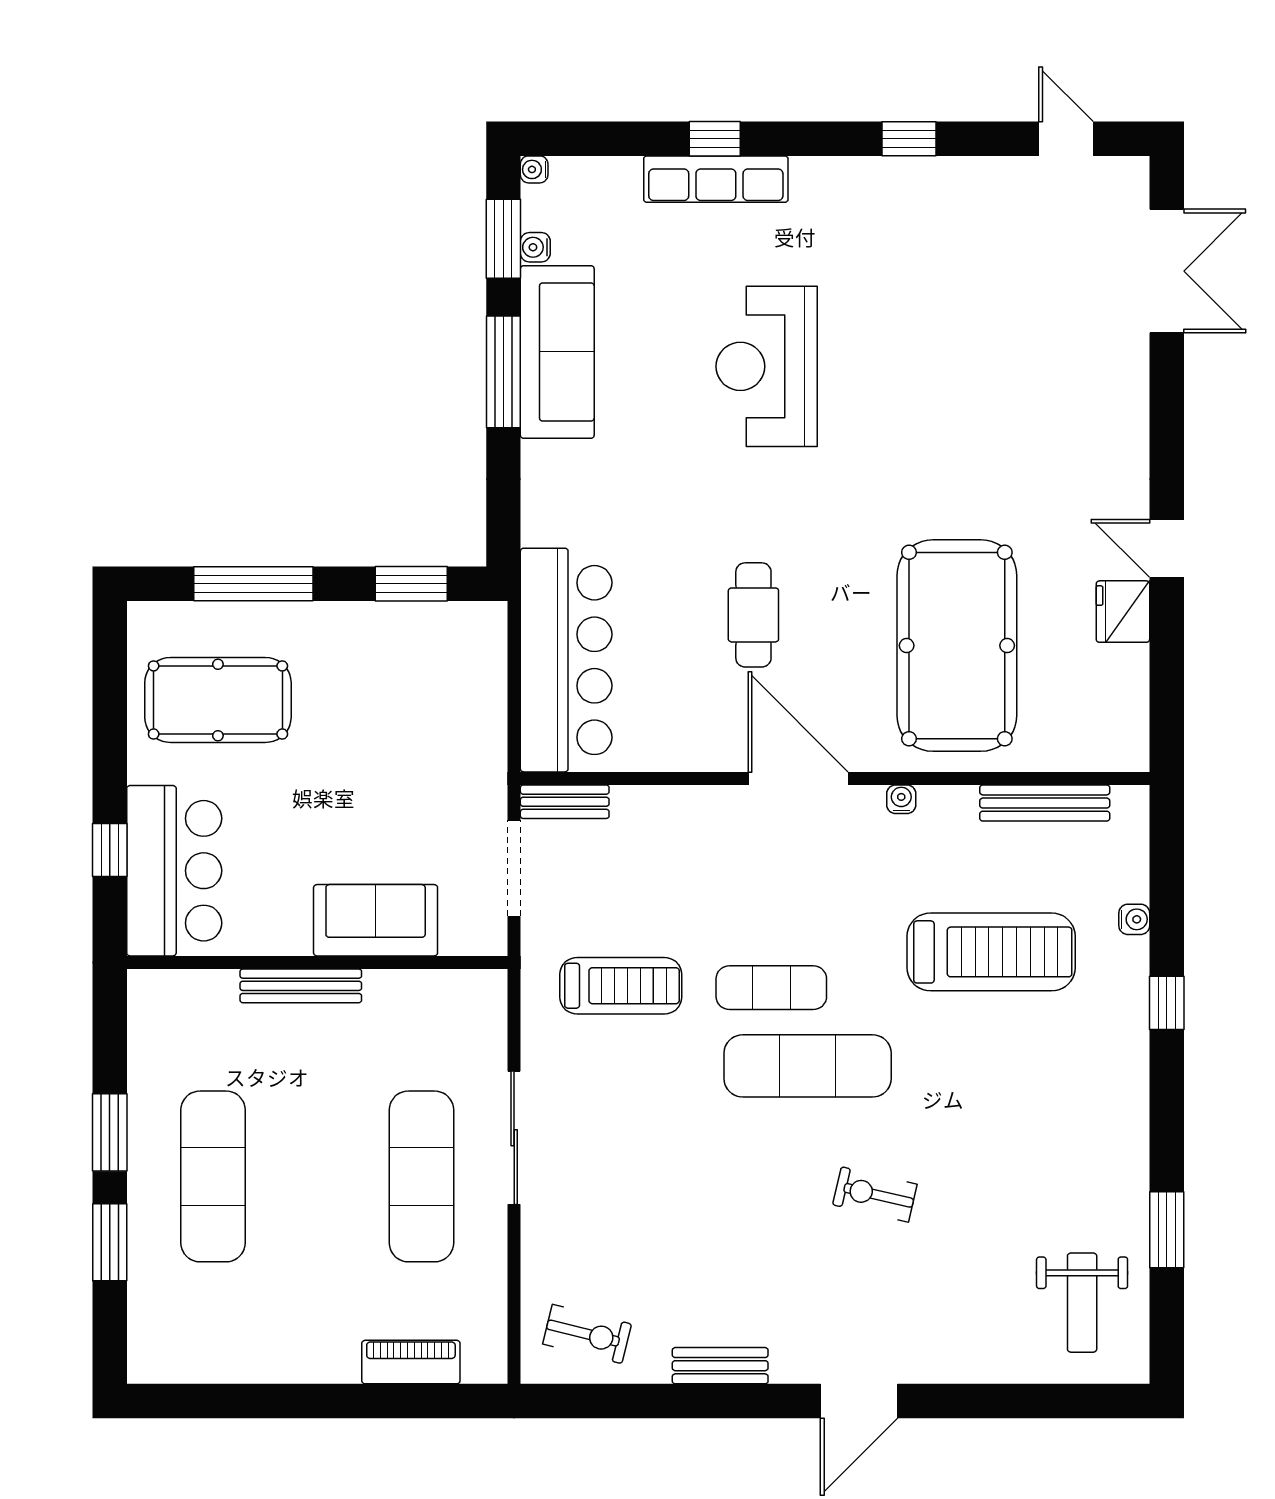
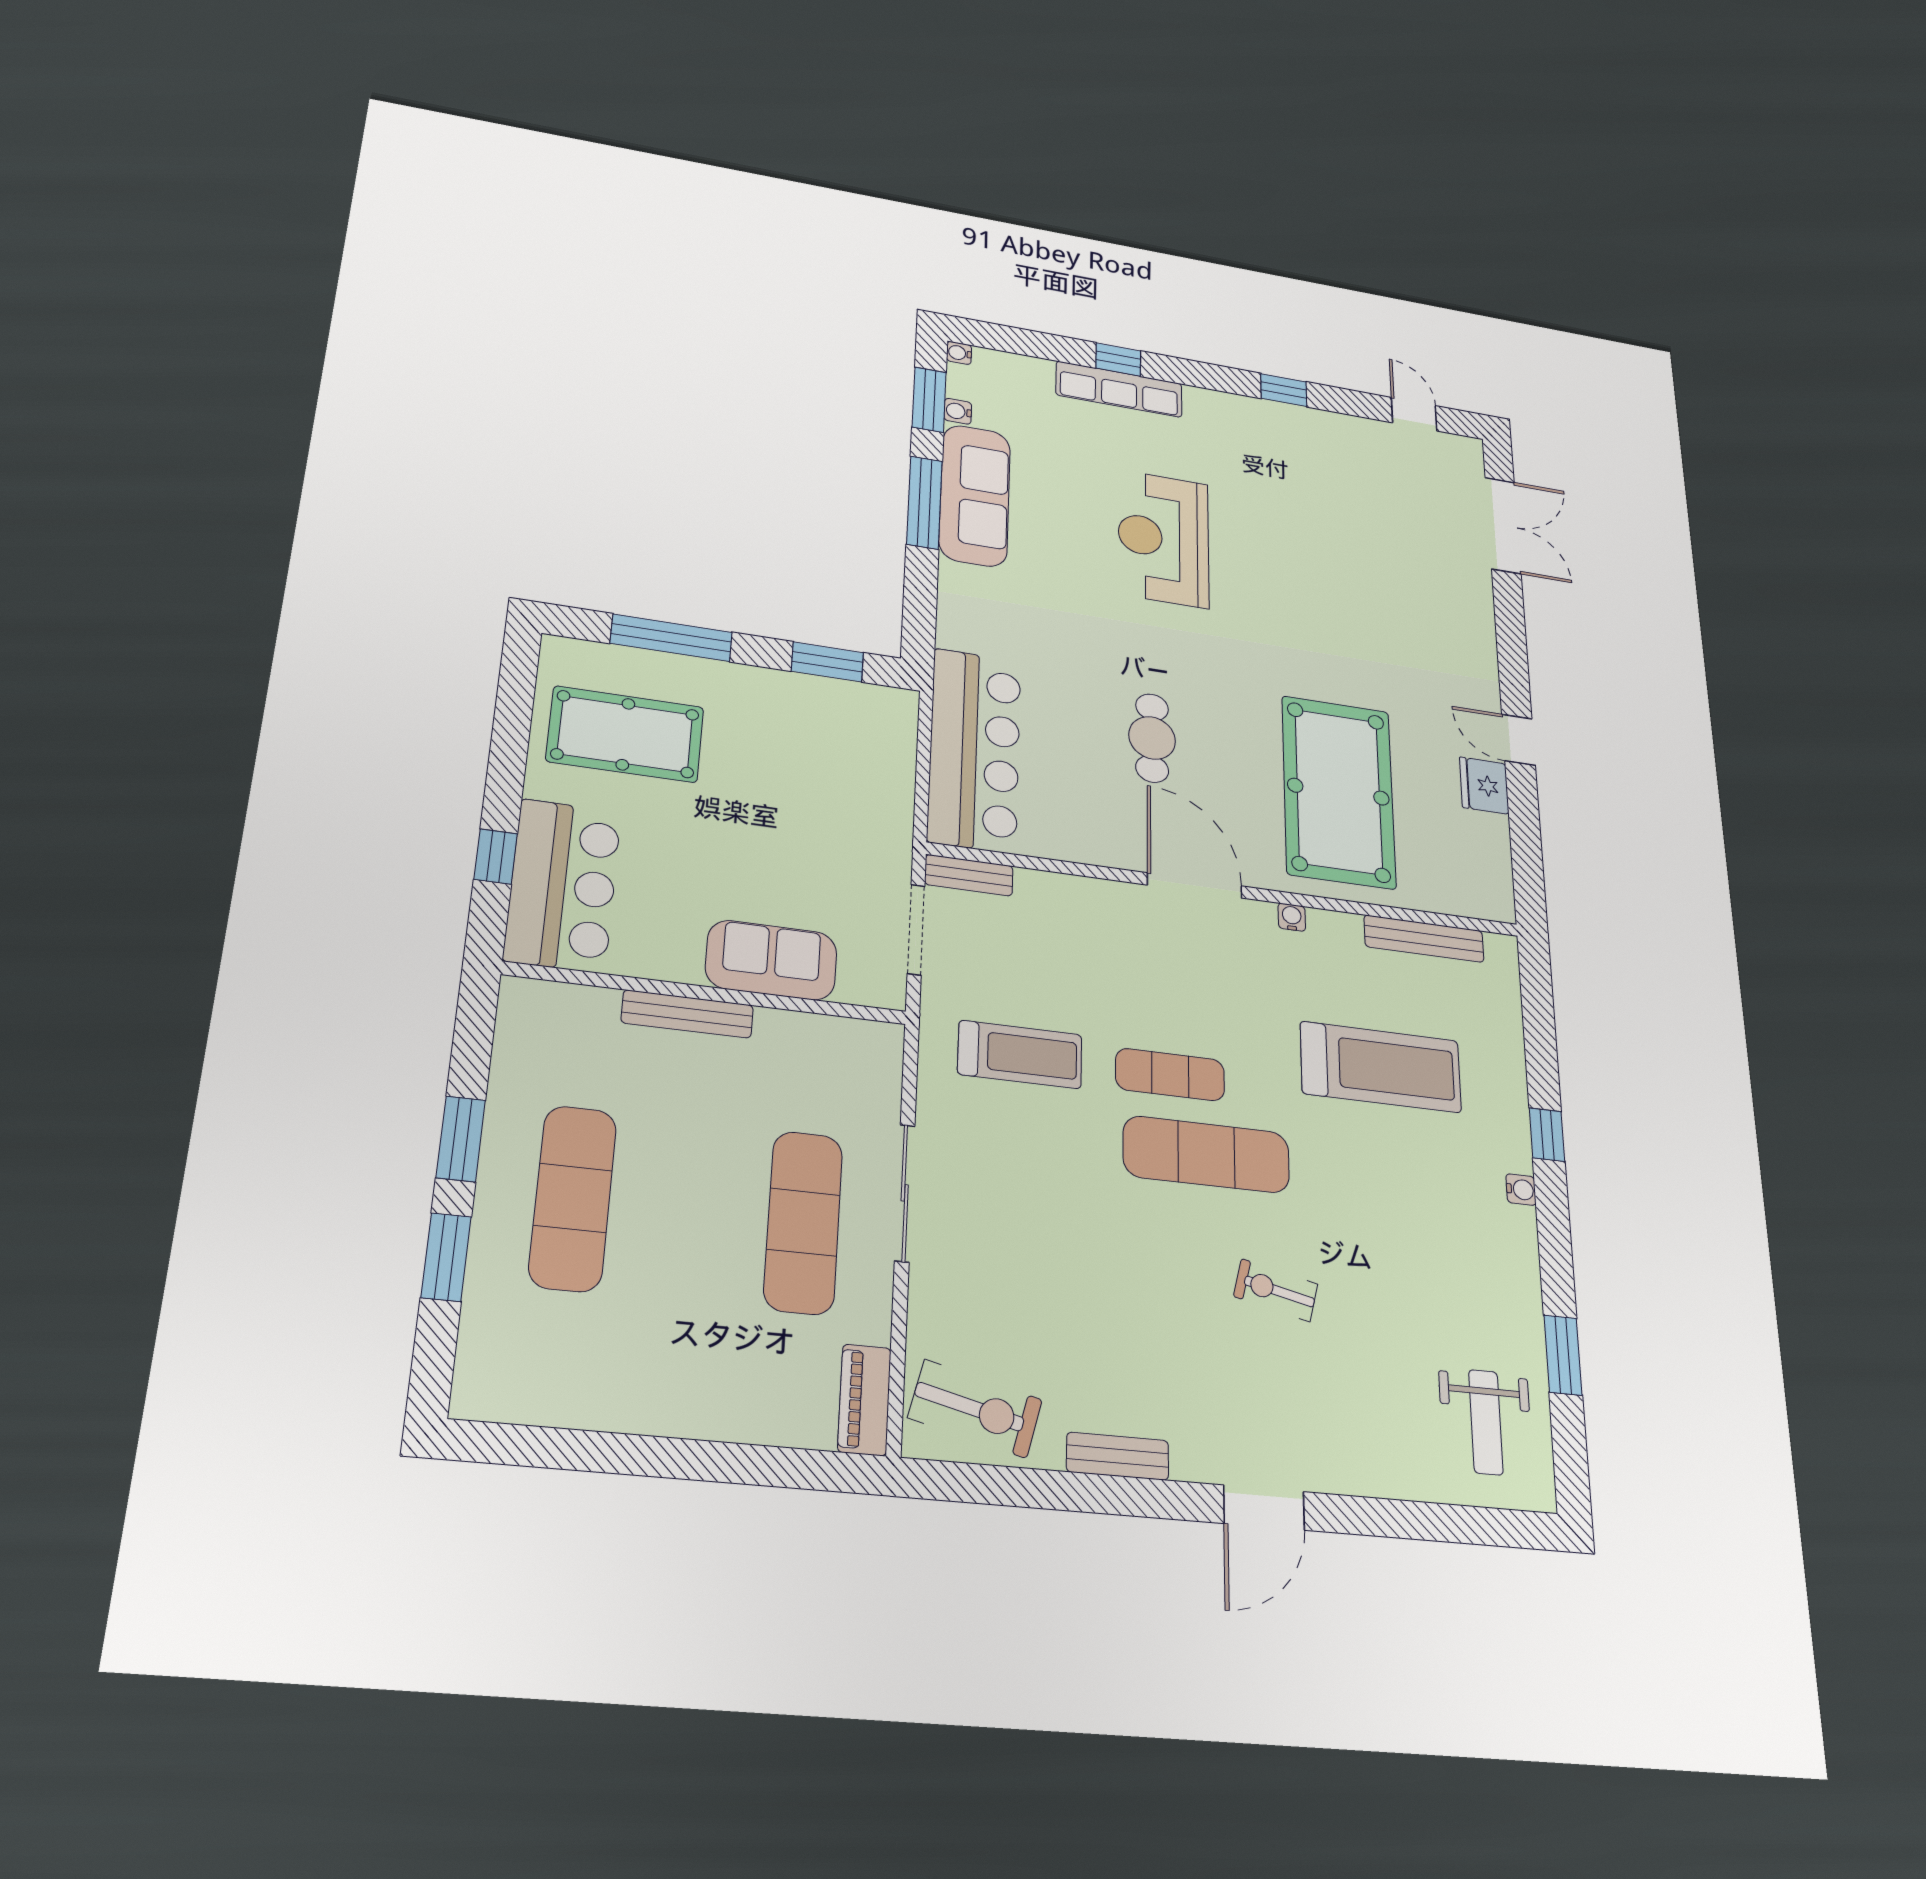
water cooler: (1134, 919) -> (1521, 1190), moved
exercise bike: (587, 1334) -> (975, 1409), width x1.38, depth x1.39
piano: (411, 1362) -> (864, 1400), moved, turned -90

